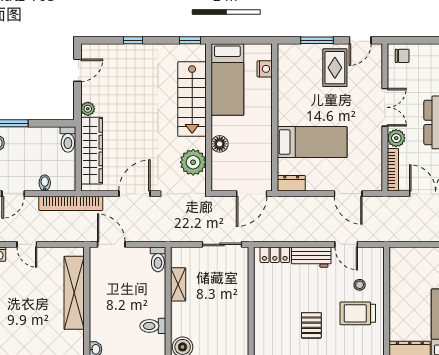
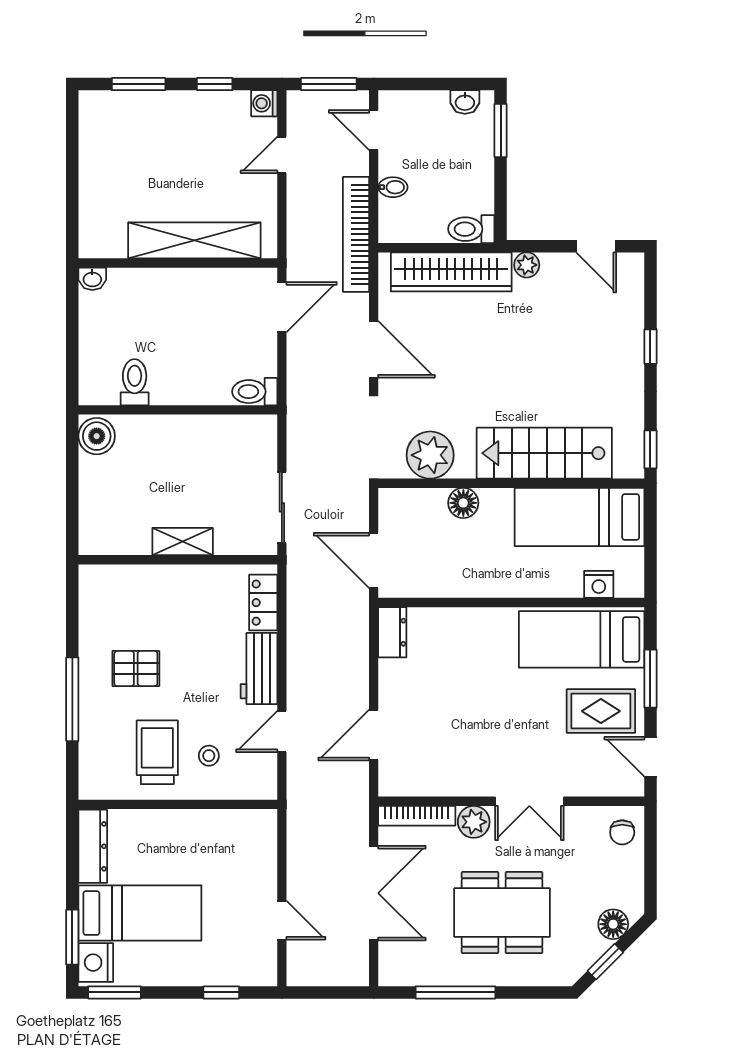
bed: (312, 142) -> (582, 639), moved, turned 90
shelving: (178, 284) -> (183, 541), moved

